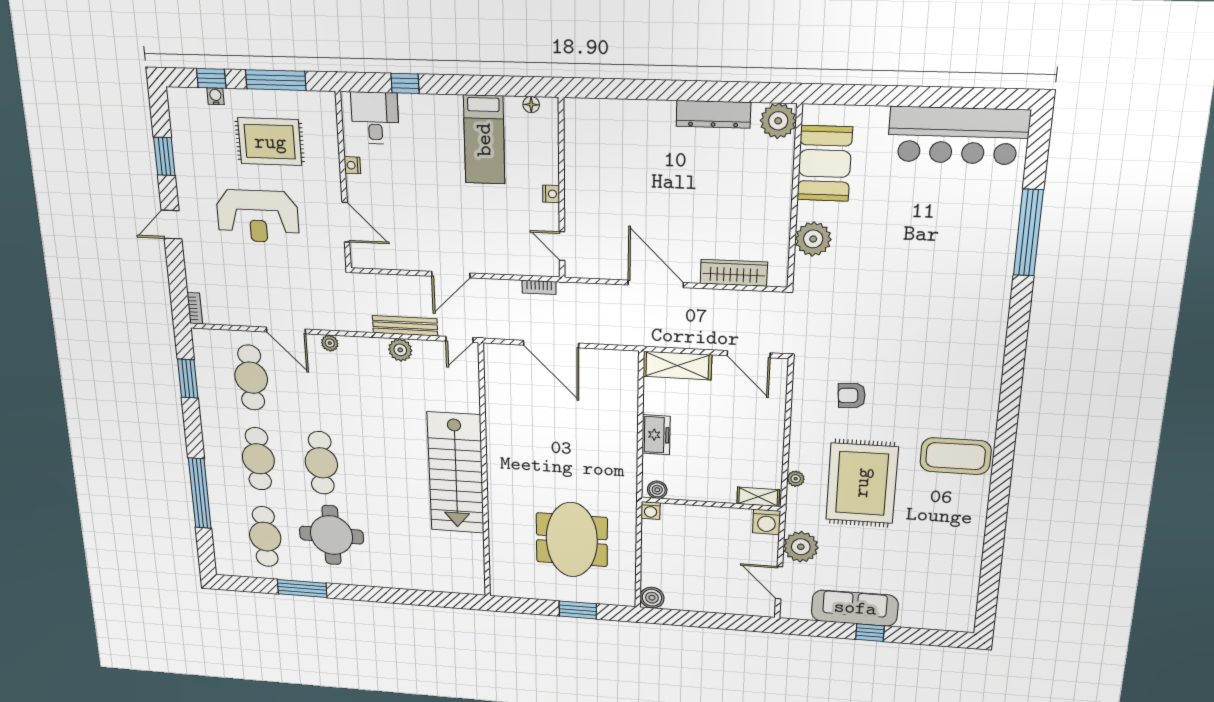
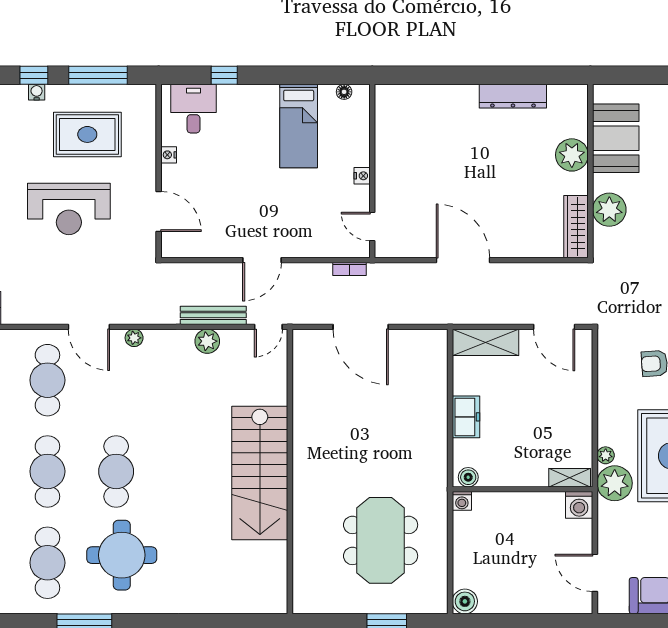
plant: (778, 121) -> (572, 155), moved
wardrobe: (734, 273) -> (576, 227), moved, turned -90
plant: (801, 547) -> (615, 483), moved

